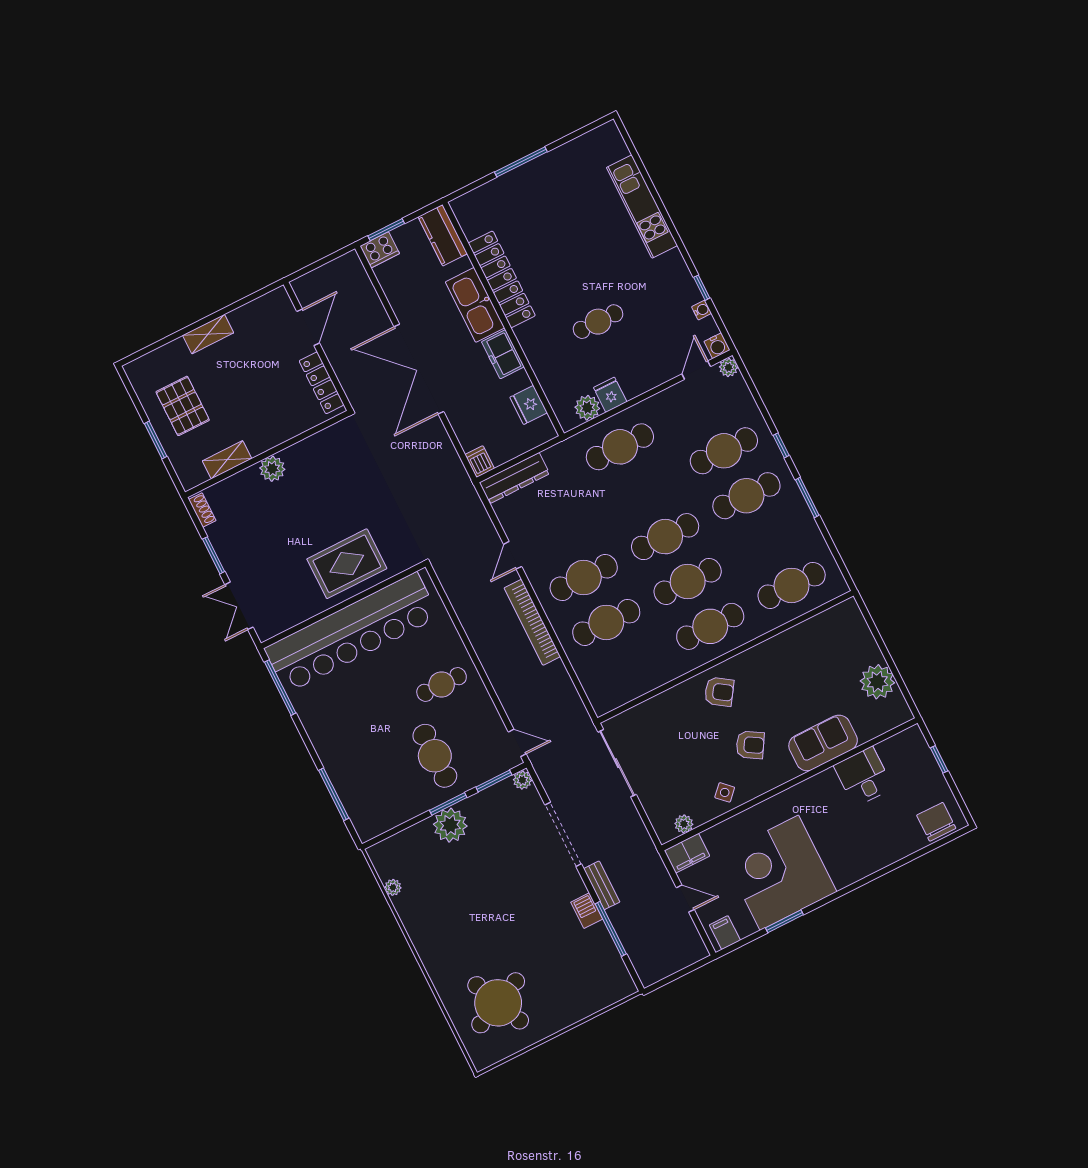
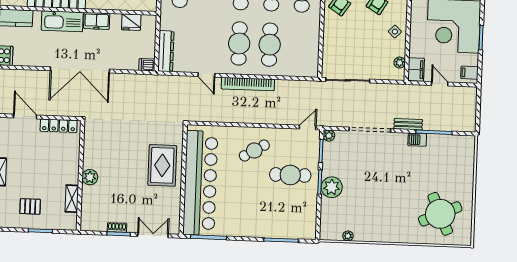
pallet: (183, 406) -> (30, 206), width x0.67, depth x0.71
shoe rack: (202, 510) -> (117, 227), moved
double door: (239, 606) -> (153, 235), swing flipped
cafe table: (442, 685) -> (254, 150), turned 59
door: (685, 899) -> (440, 84), hinge flipped

